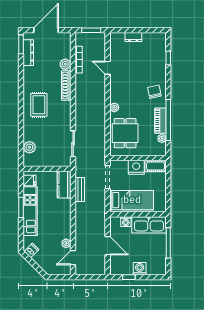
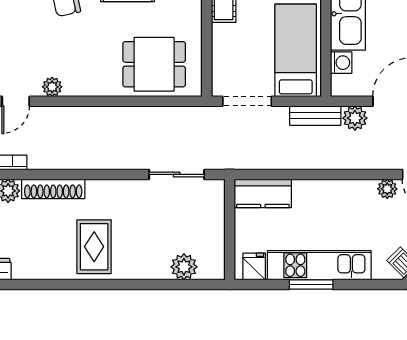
rug: (39, 105) -> (94, 247), turned 90
plant: (114, 107) -> (52, 87), moved
nightstand: (136, 167) -> (226, 41), removed
bench: (80, 189) -> (315, 116), moved
plant: (100, 228) -> (355, 118), added

